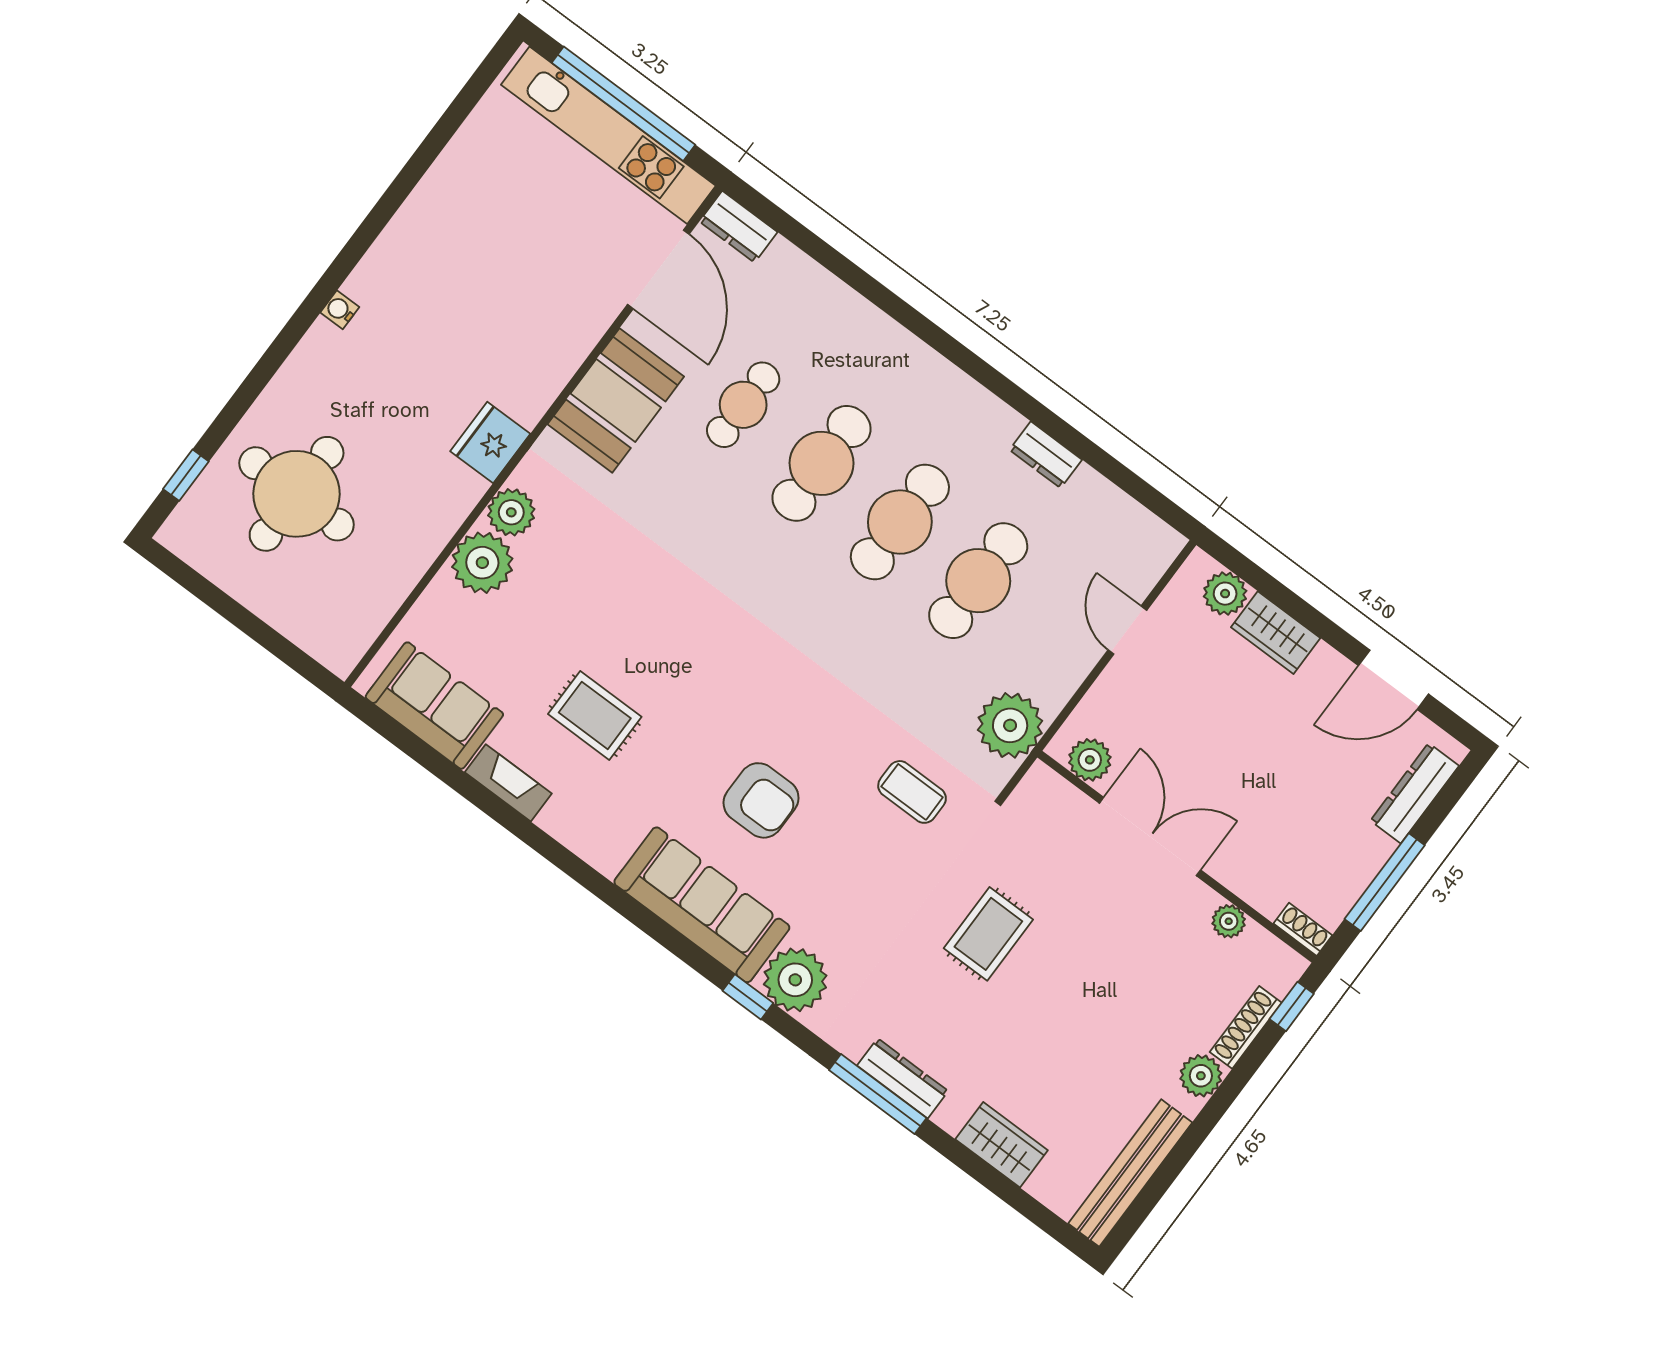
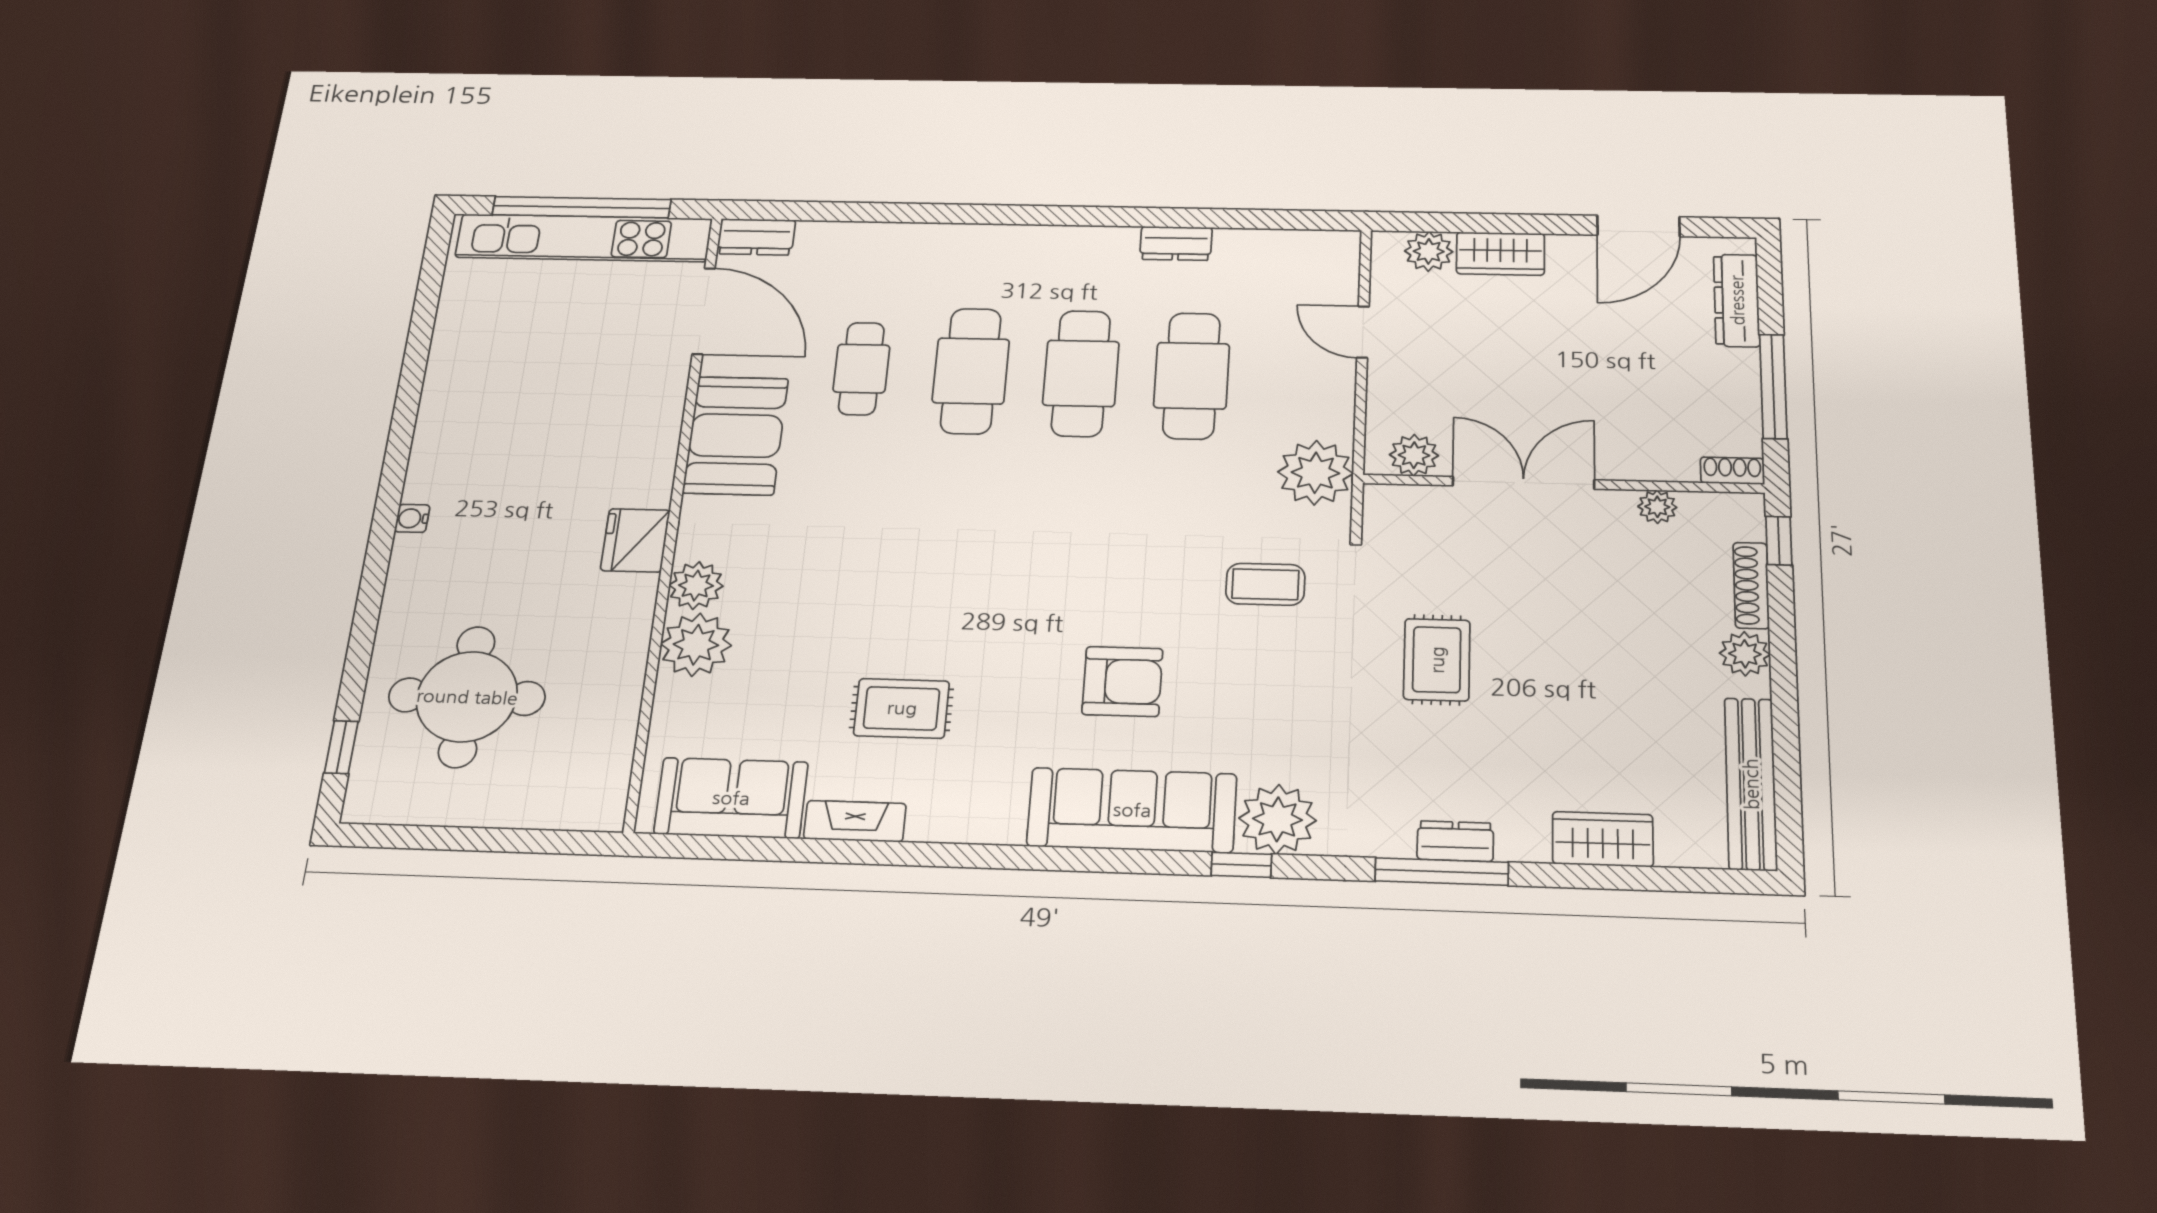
dresser: (903, 1078) -> (1455, 841), width x0.70

